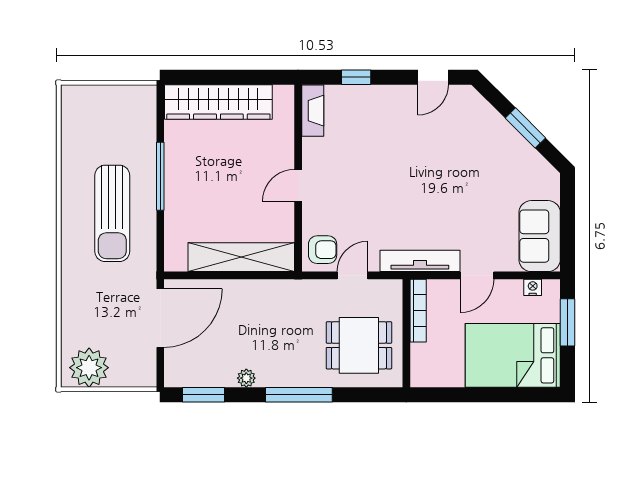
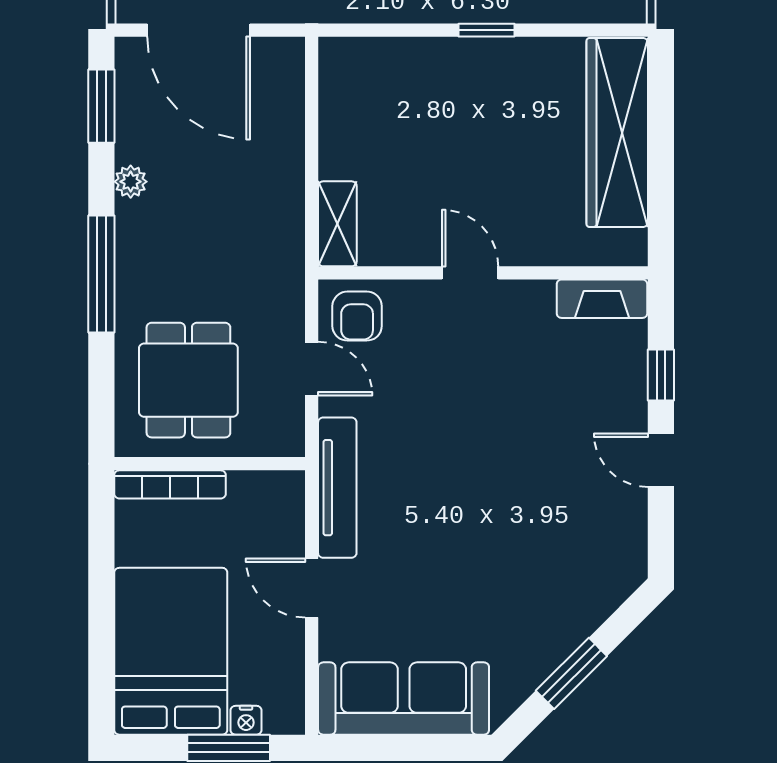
door: (433, 77) -> (661, 460), moved
window: (160, 176) -> (486, 30), width x0.46
sofa: (540, 236) -> (404, 698), width x1.36
shelving: (241, 257) -> (337, 224), width x0.45, depth x0.75
nightstand: (533, 287) -> (246, 720), moved, turned 90
bookcase: (418, 311) -> (170, 484), moved
door: (160, 318) -> (199, 30), moved

